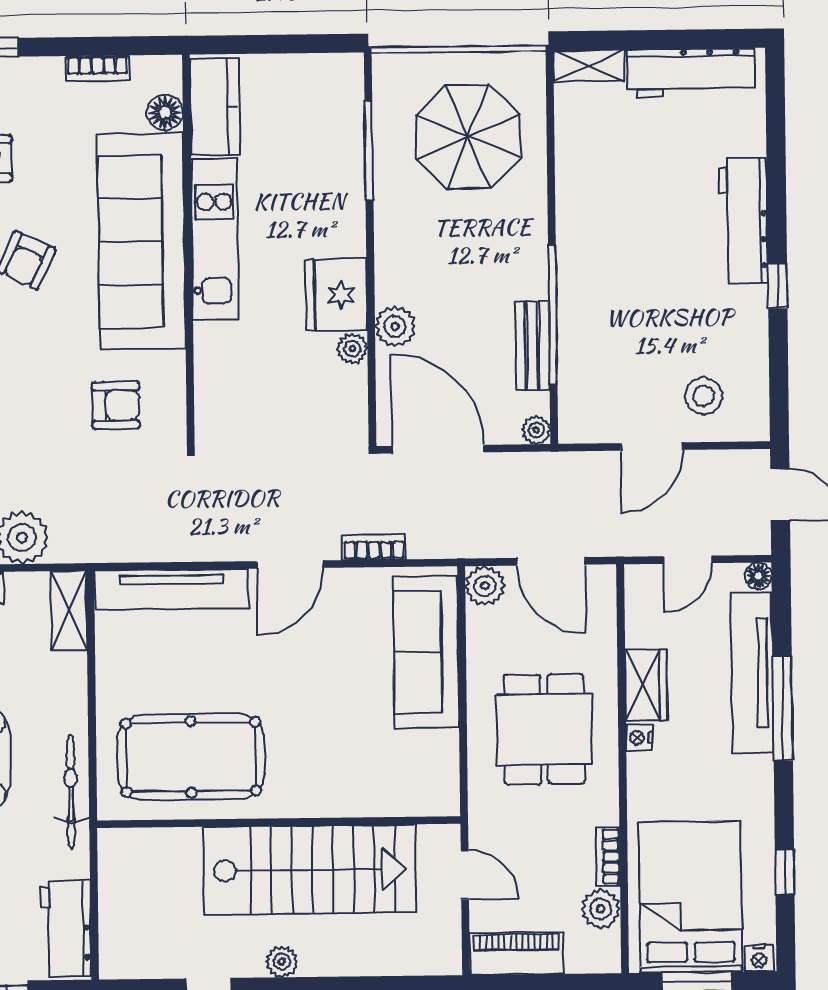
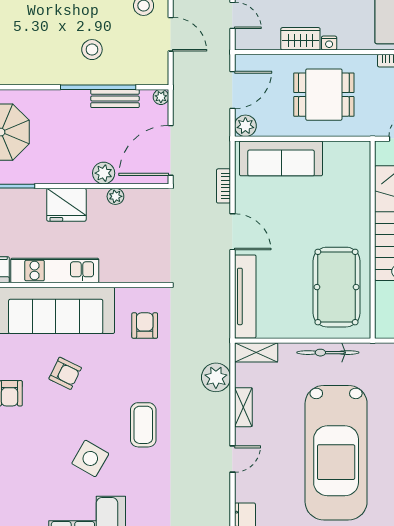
fridge: (336, 295) -> (66, 205), moved
stool: (622, 302) -> (92, 50), added
bicycle: (71, 792) -> (328, 353), moved

